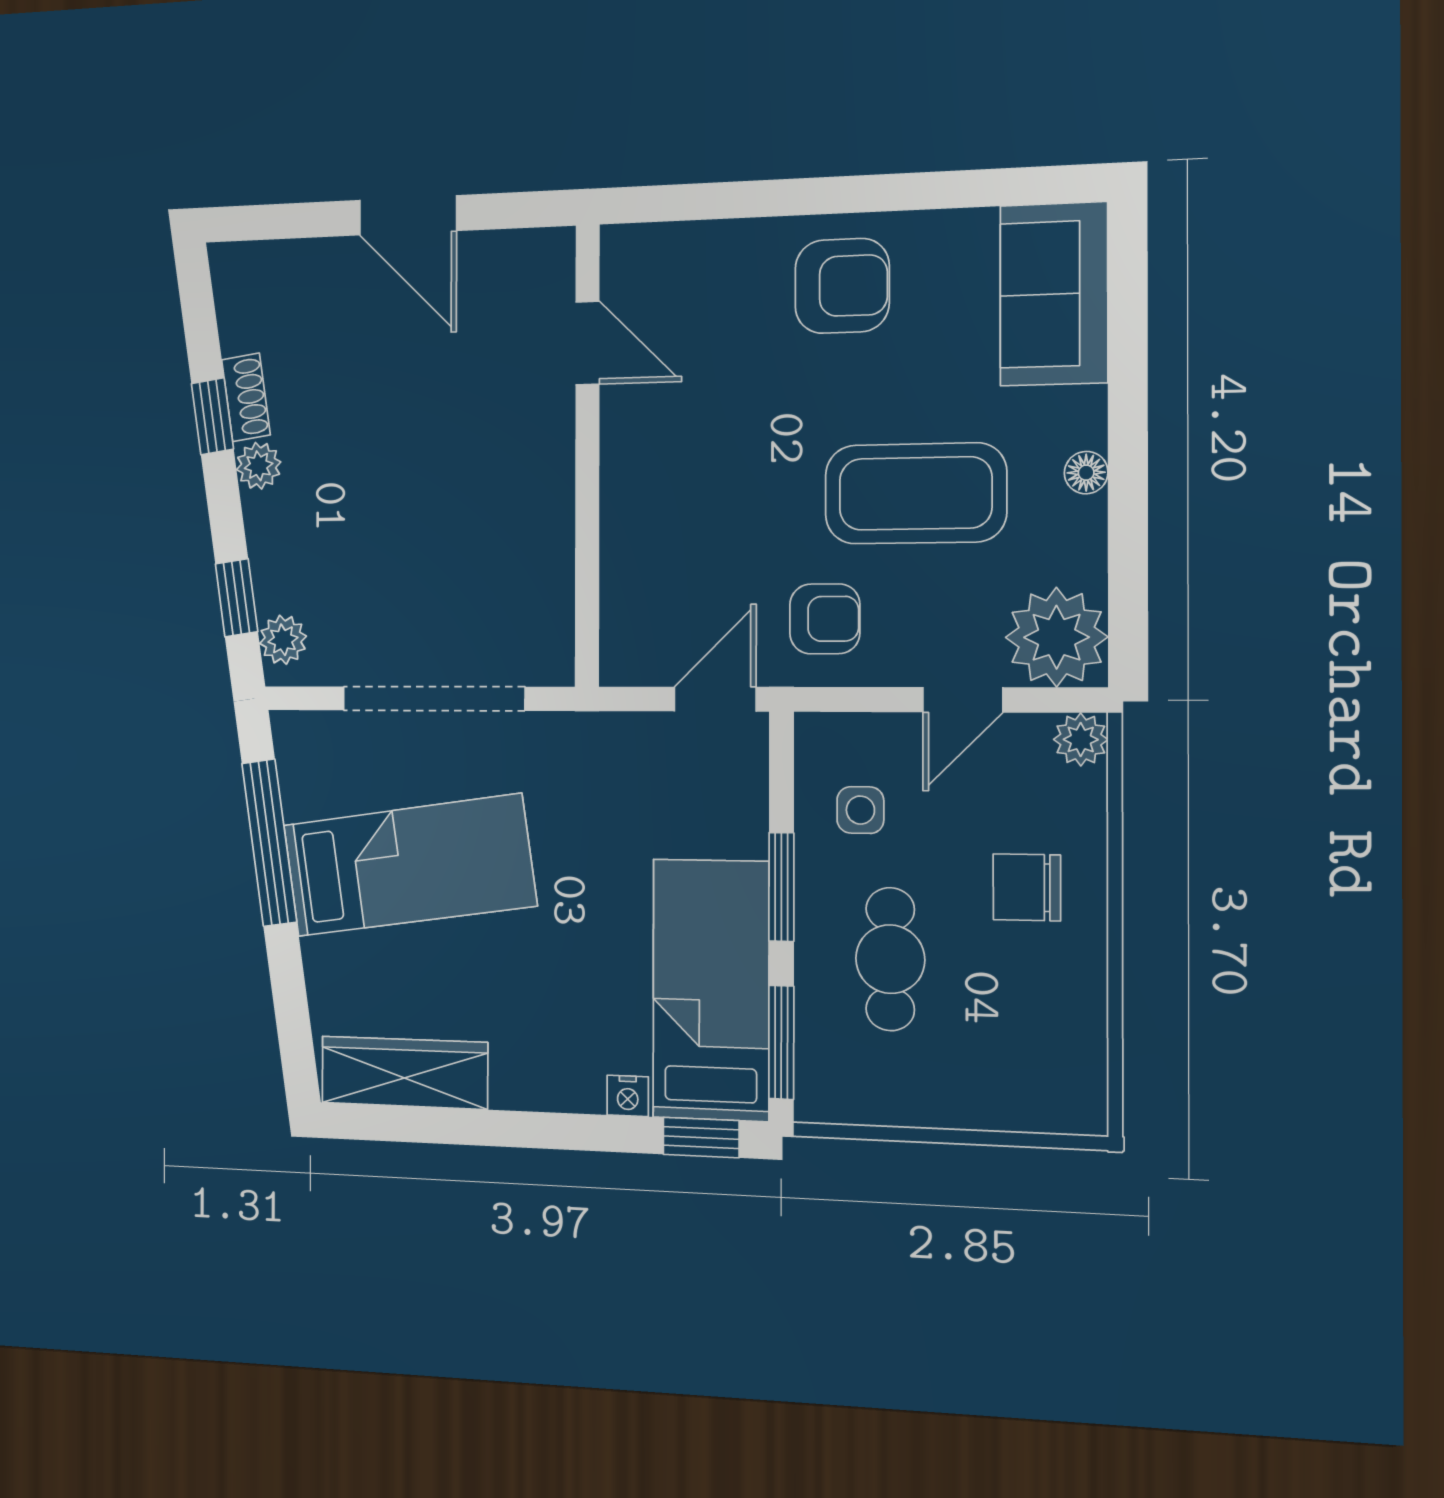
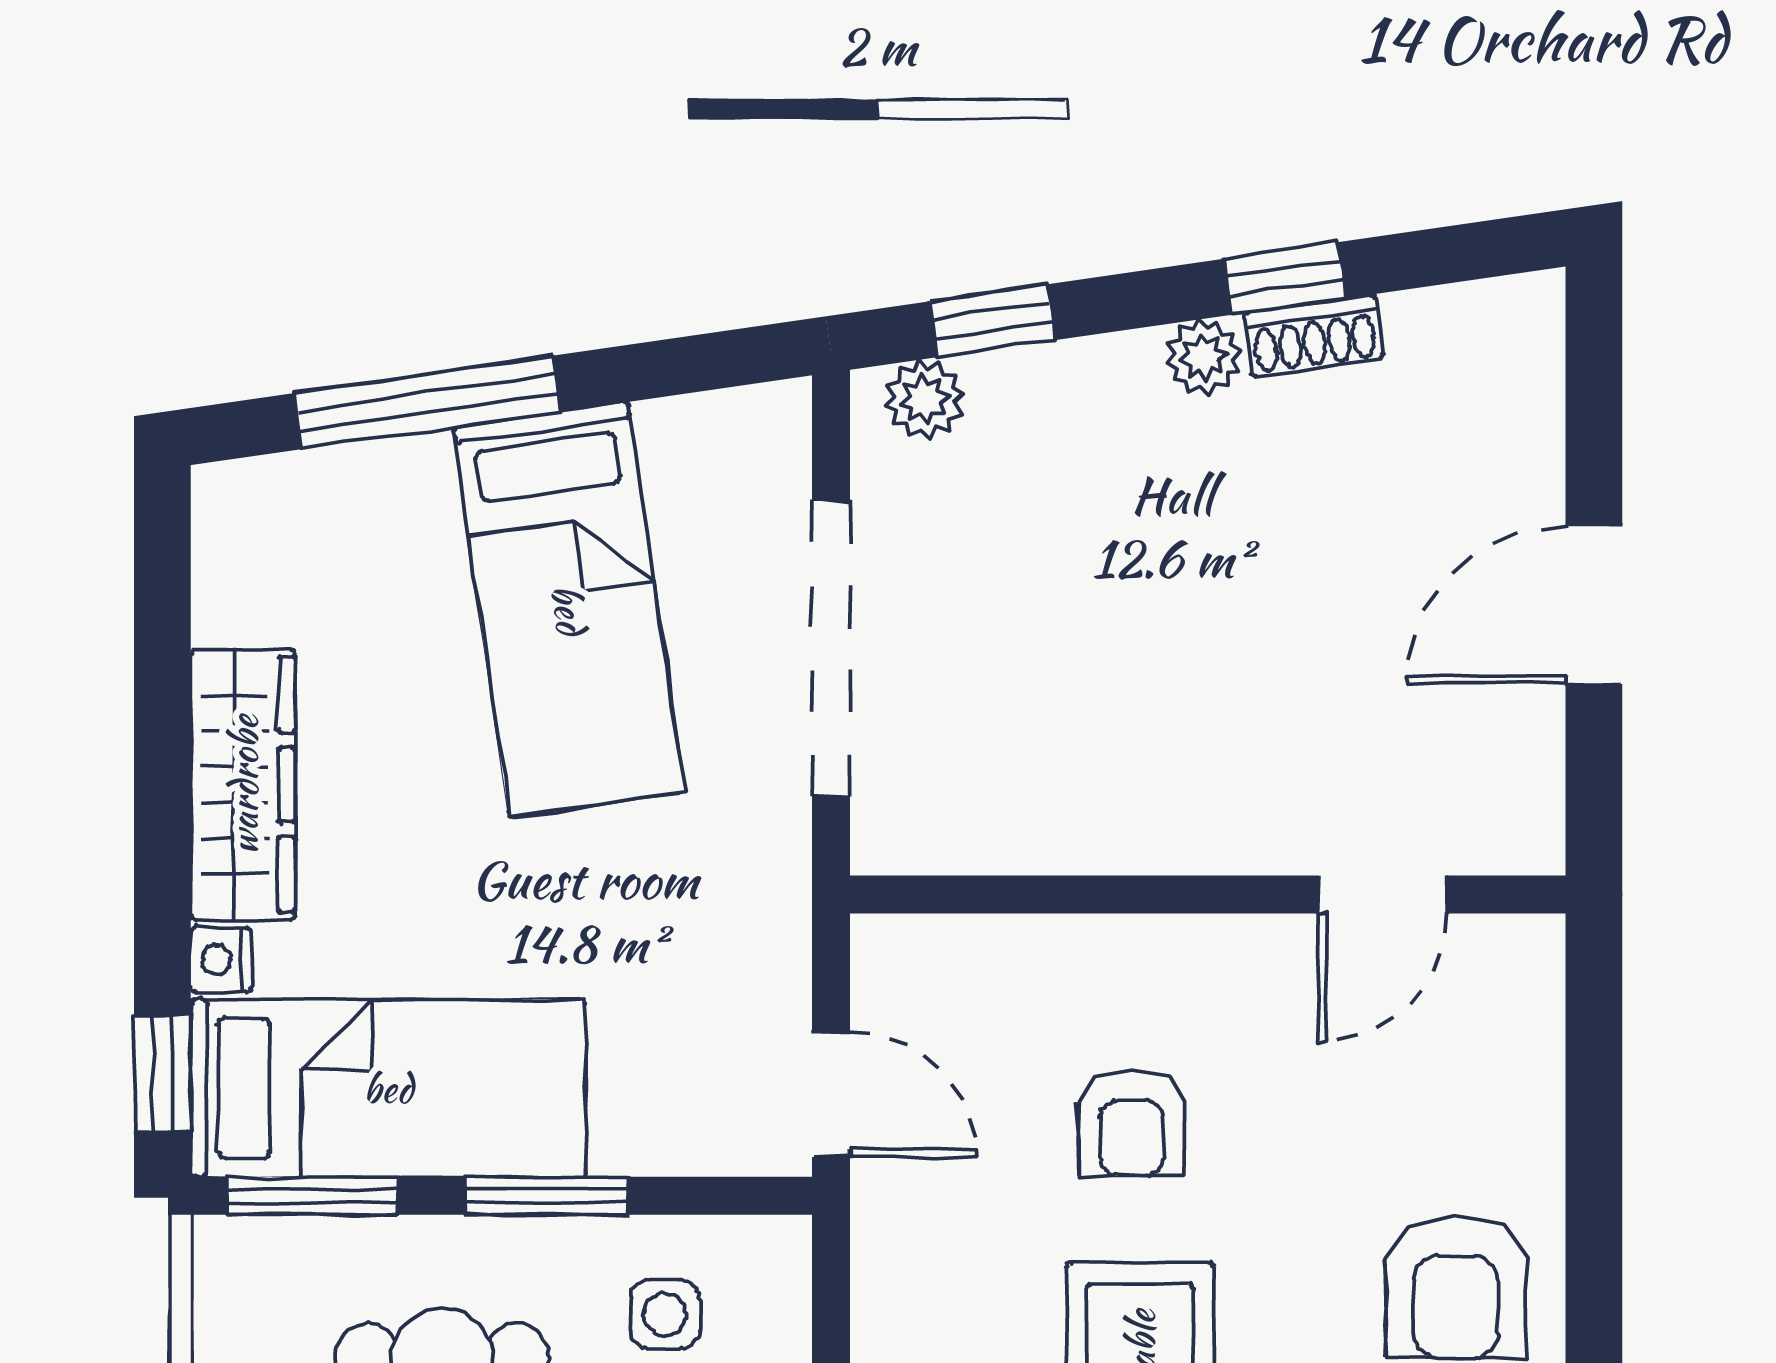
armchair: (825, 619) -> (1131, 1123), moved
window: (269, 843) -> (428, 402), moved
wardrobe: (404, 1073) -> (243, 785), moved

